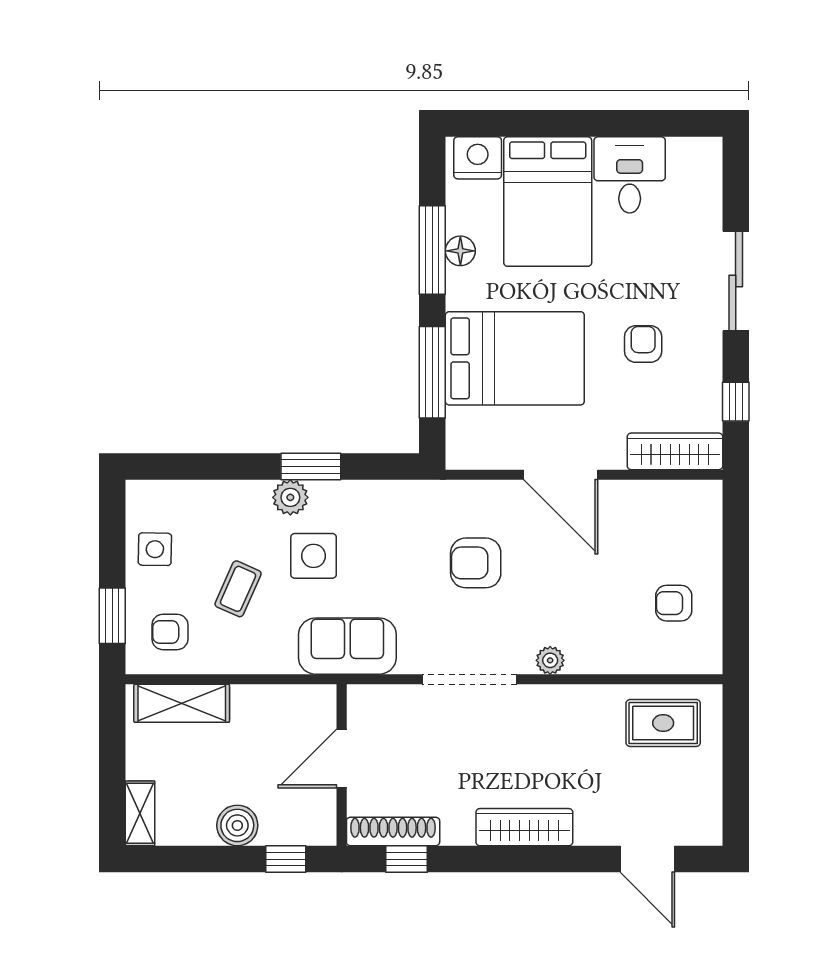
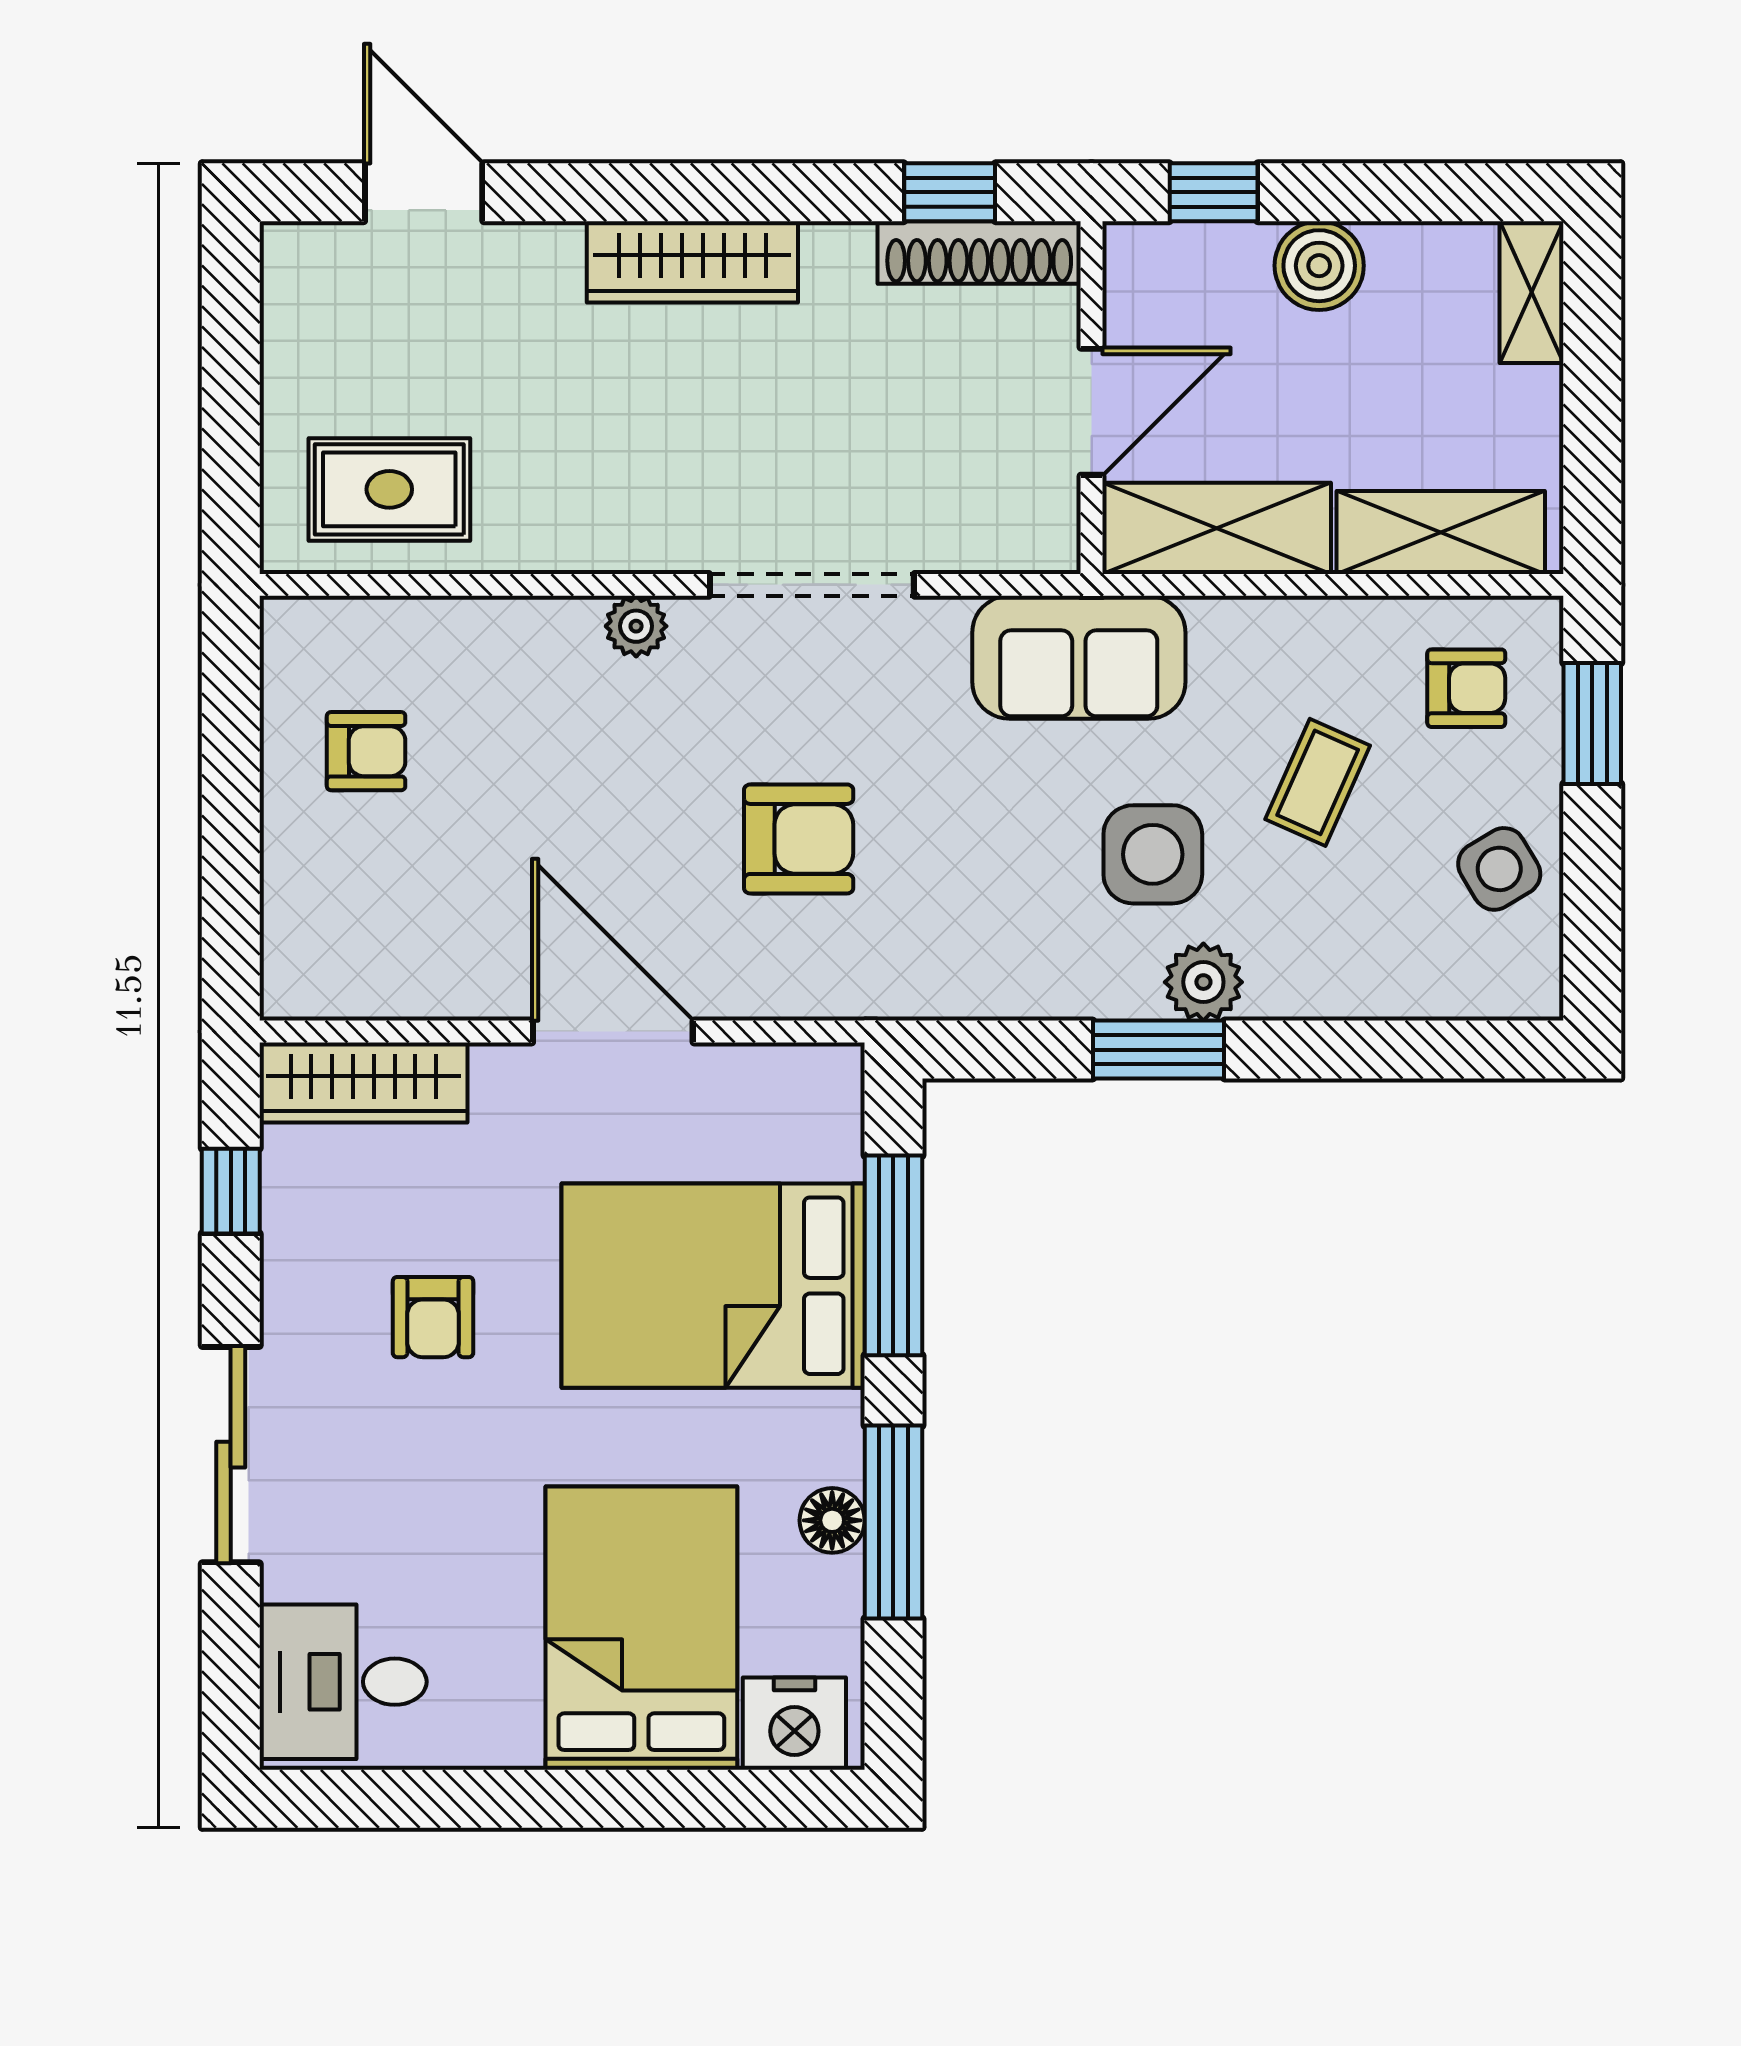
desk: (630, 175) -> (343, 1682), moved, turned 90
side table: (155, 549) -> (1499, 869), turned -32
shelving: (284, 705) -> (1217, 528), added

